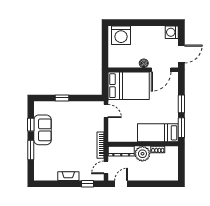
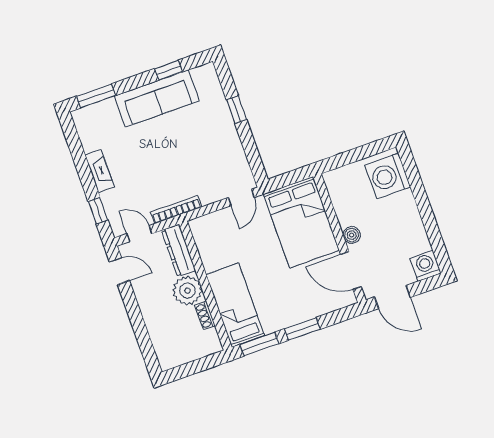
sofa: (43, 130) -> (157, 98), width x1.36
window: (31, 150) -> (96, 96), moved

